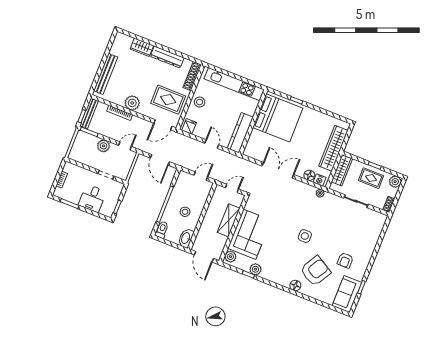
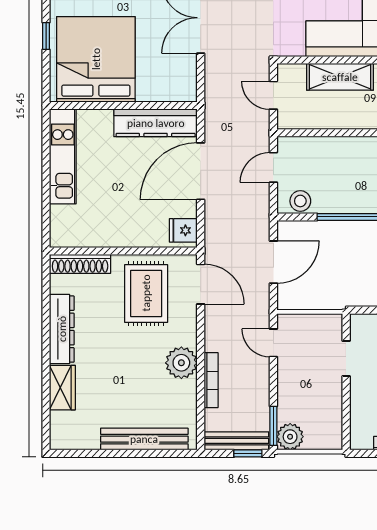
kitchen unit: (234, 84) -> (63, 156), width x0.73
stool: (200, 102) -> (126, 229), removed
door: (212, 144) -> (201, 171), width x1.88
plant: (103, 146) -> (290, 437), moved
door: (201, 176) -> (273, 167), hinge flipped
stool: (185, 212) -> (300, 201), moved

